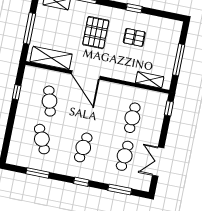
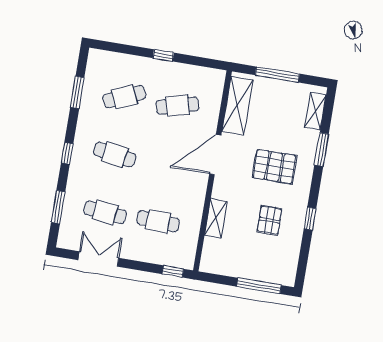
window: (179, 60) -> (259, 286), moved
shelving: (150, 80) -> (216, 218), moved
window: (17, 92) -> (163, 55), moved

